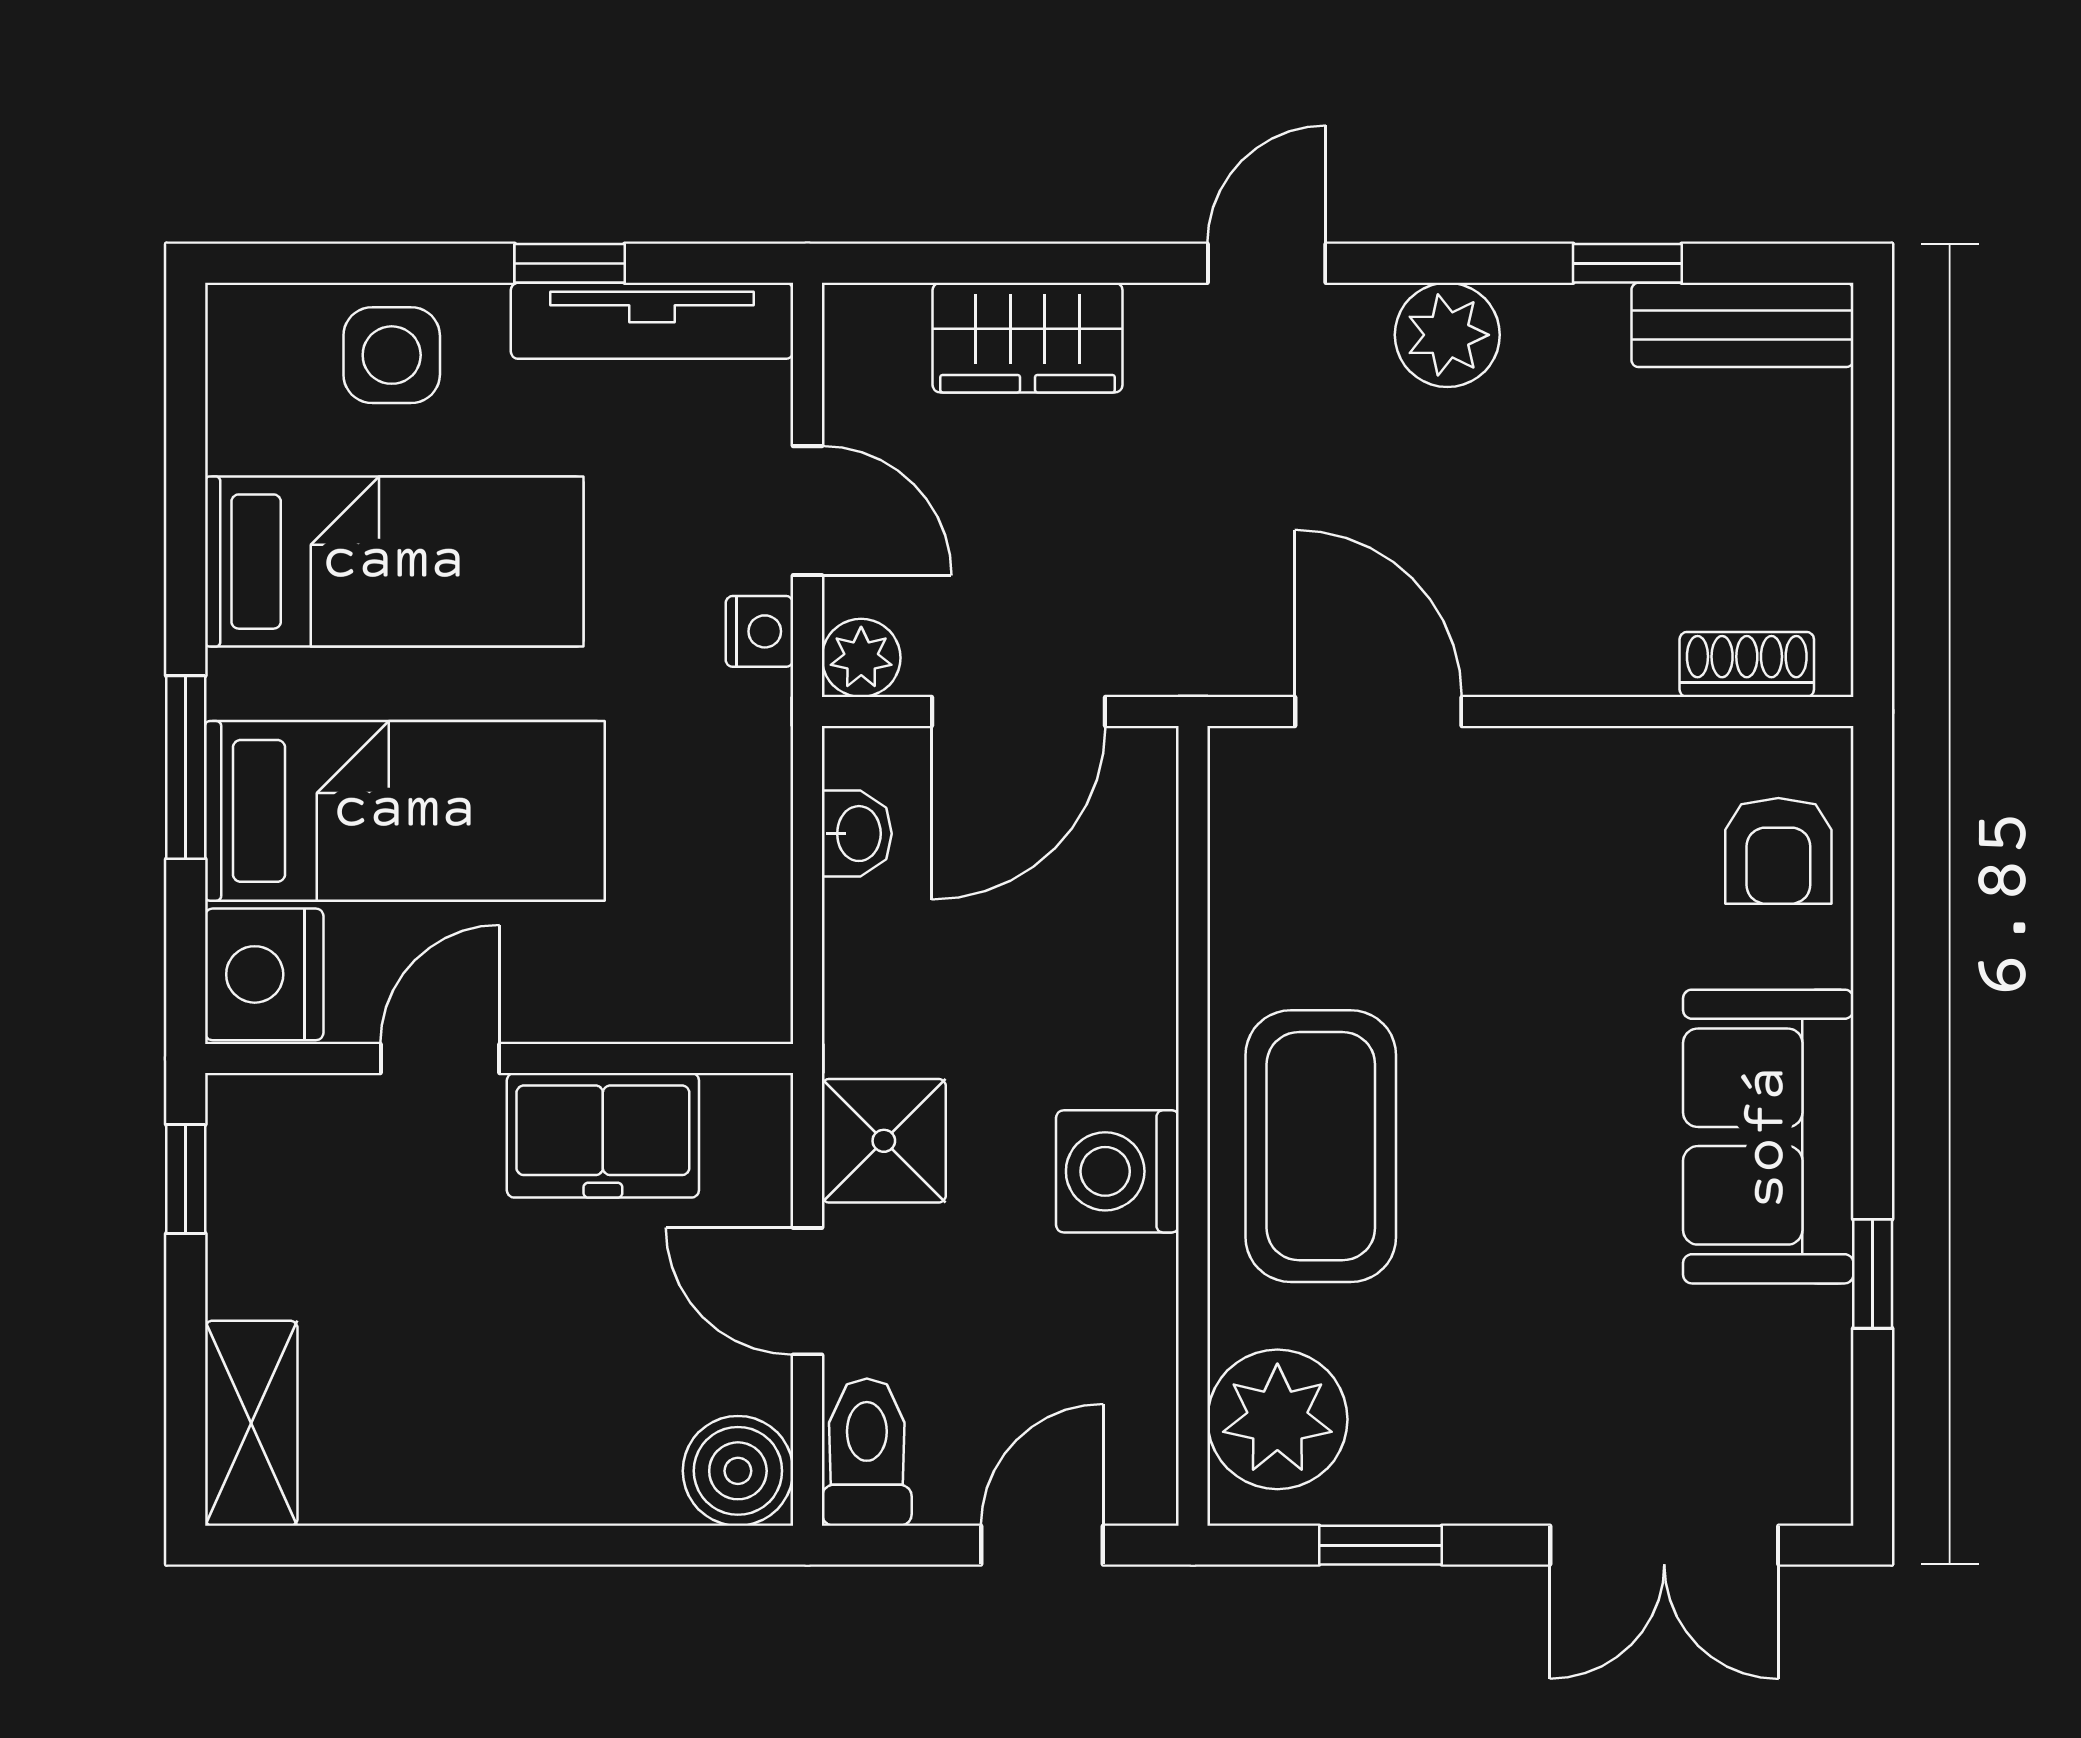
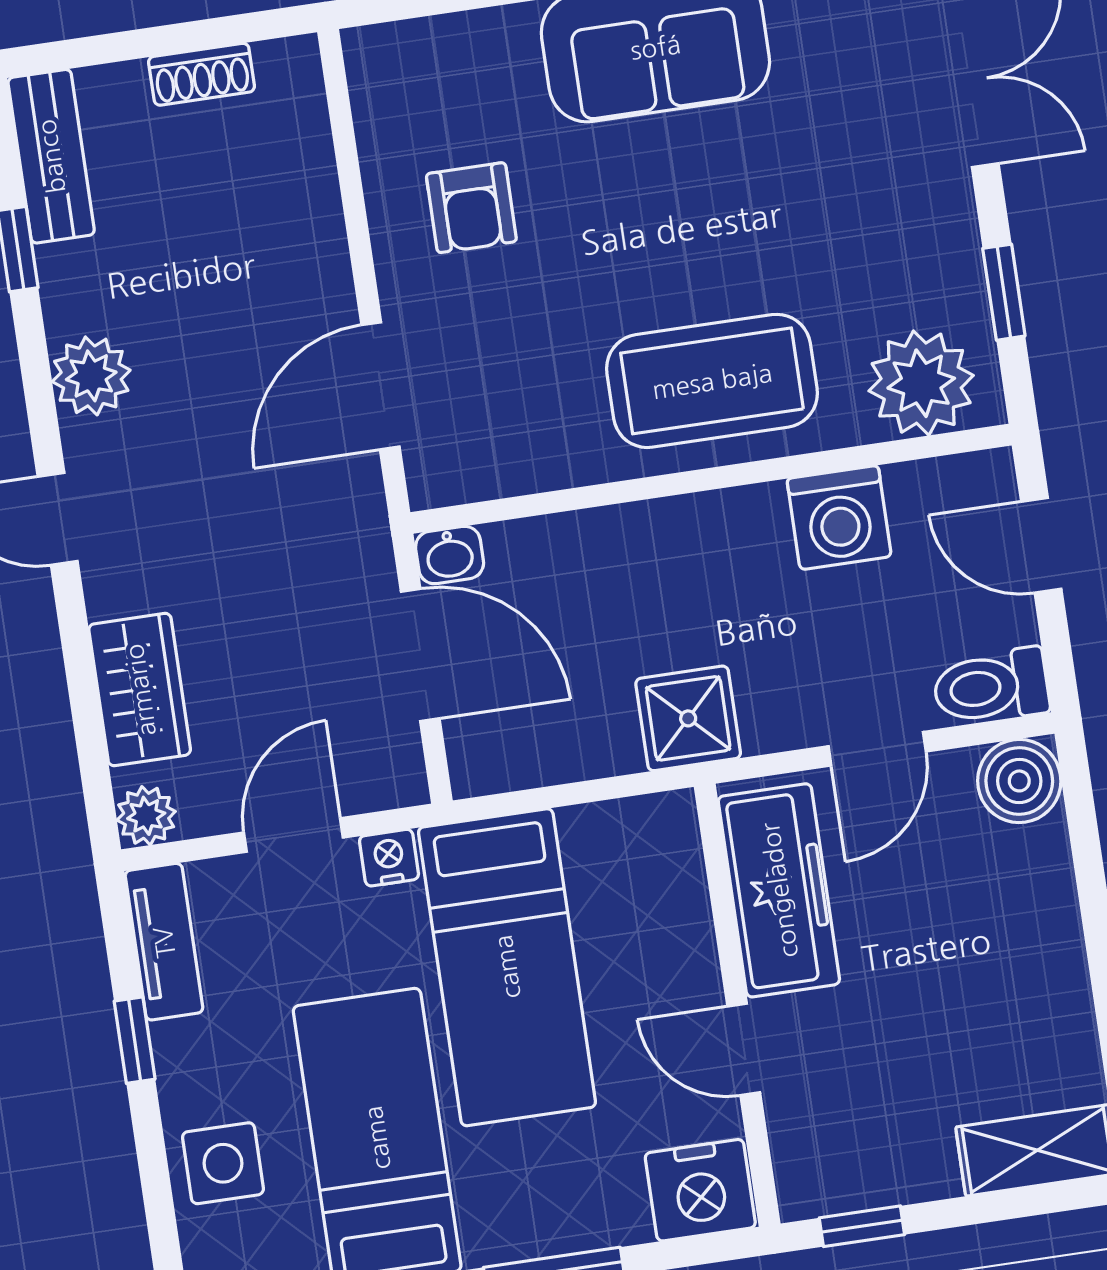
tv unit: (652, 321) -> (164, 942), width x0.71
plant: (861, 658) -> (146, 816), moved
shoe rack: (1747, 664) -> (202, 74), moved, turned -90
bed: (405, 811) -> (507, 967), moved, turned 180
washbasin: (857, 834) -> (450, 555), moved, turned 180
armchair: (1778, 851) -> (471, 208), moved, turned 90
freezer: (603, 1135) -> (779, 890), width x1.40
shower: (884, 1141) -> (688, 718), moved
washing machine: (1117, 1171) -> (839, 518), moved

